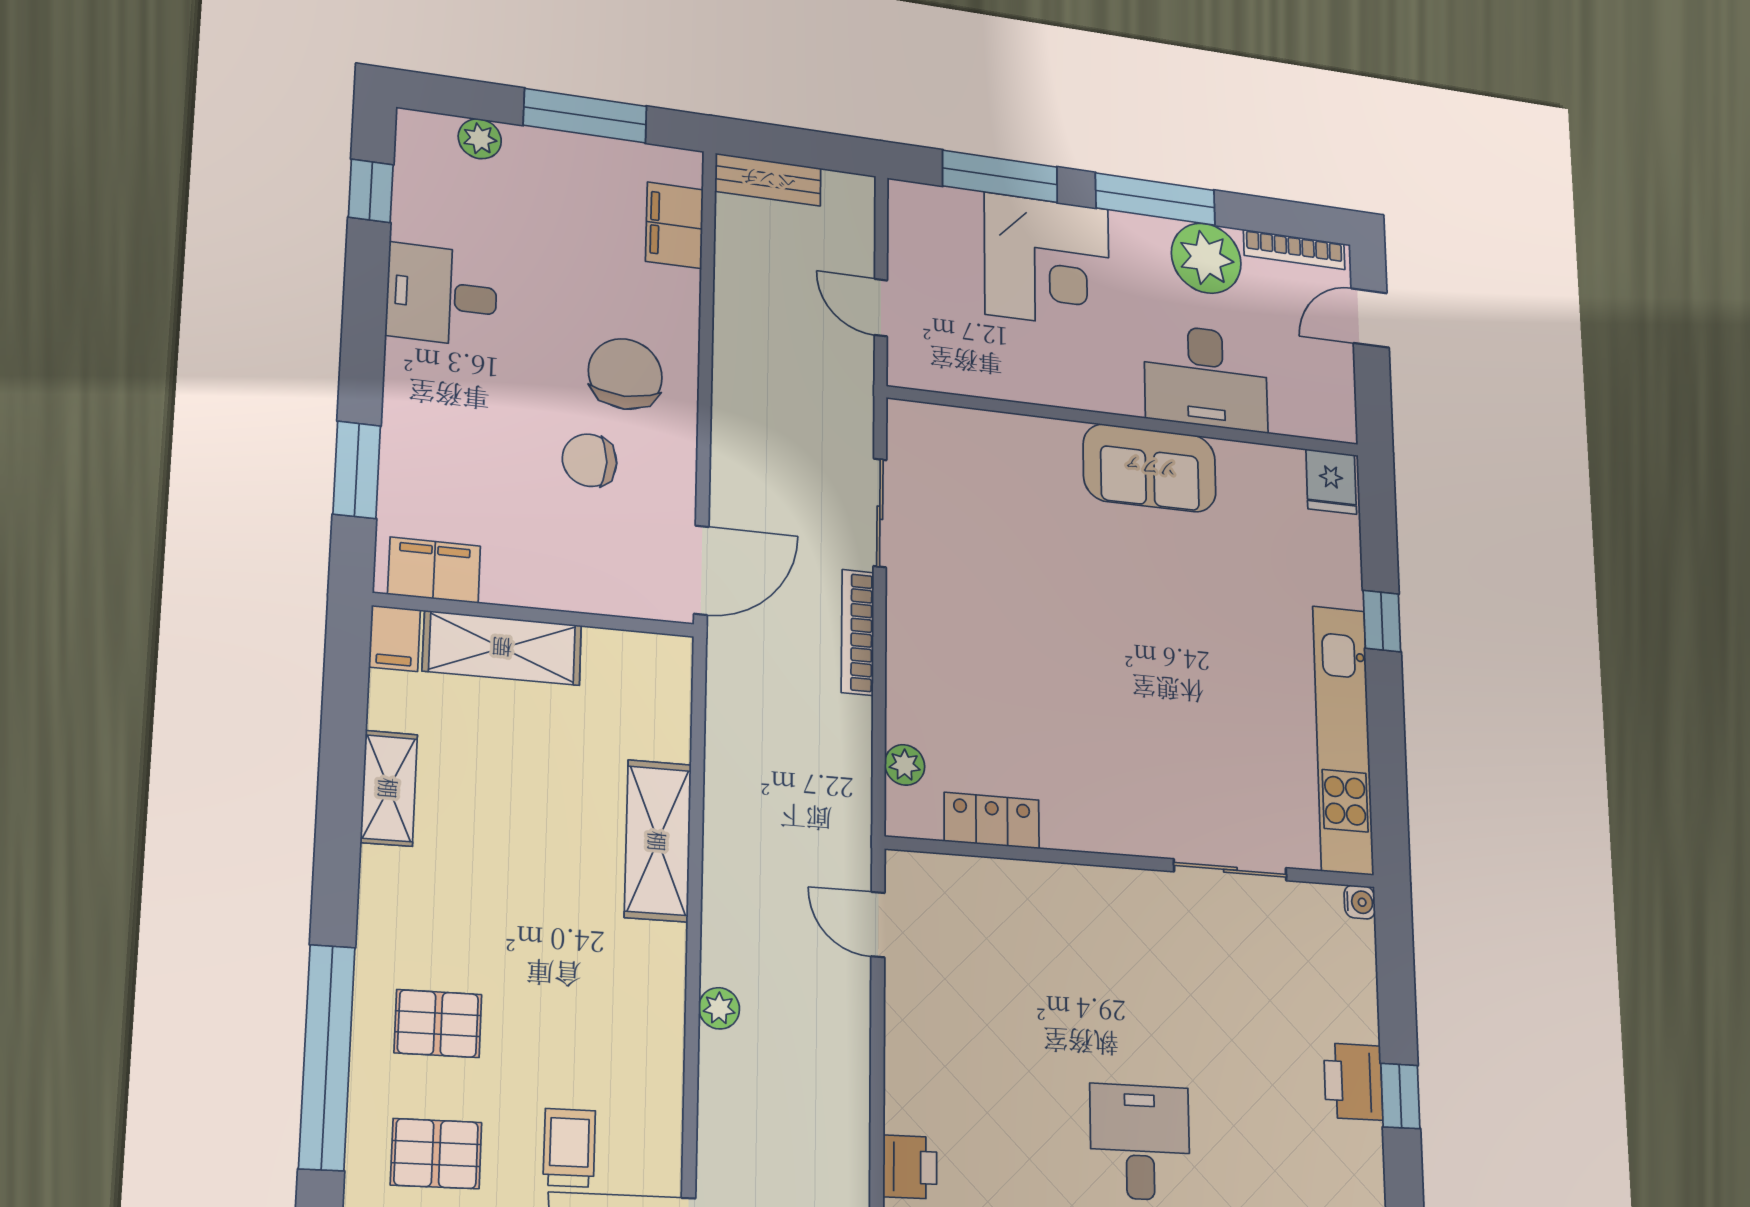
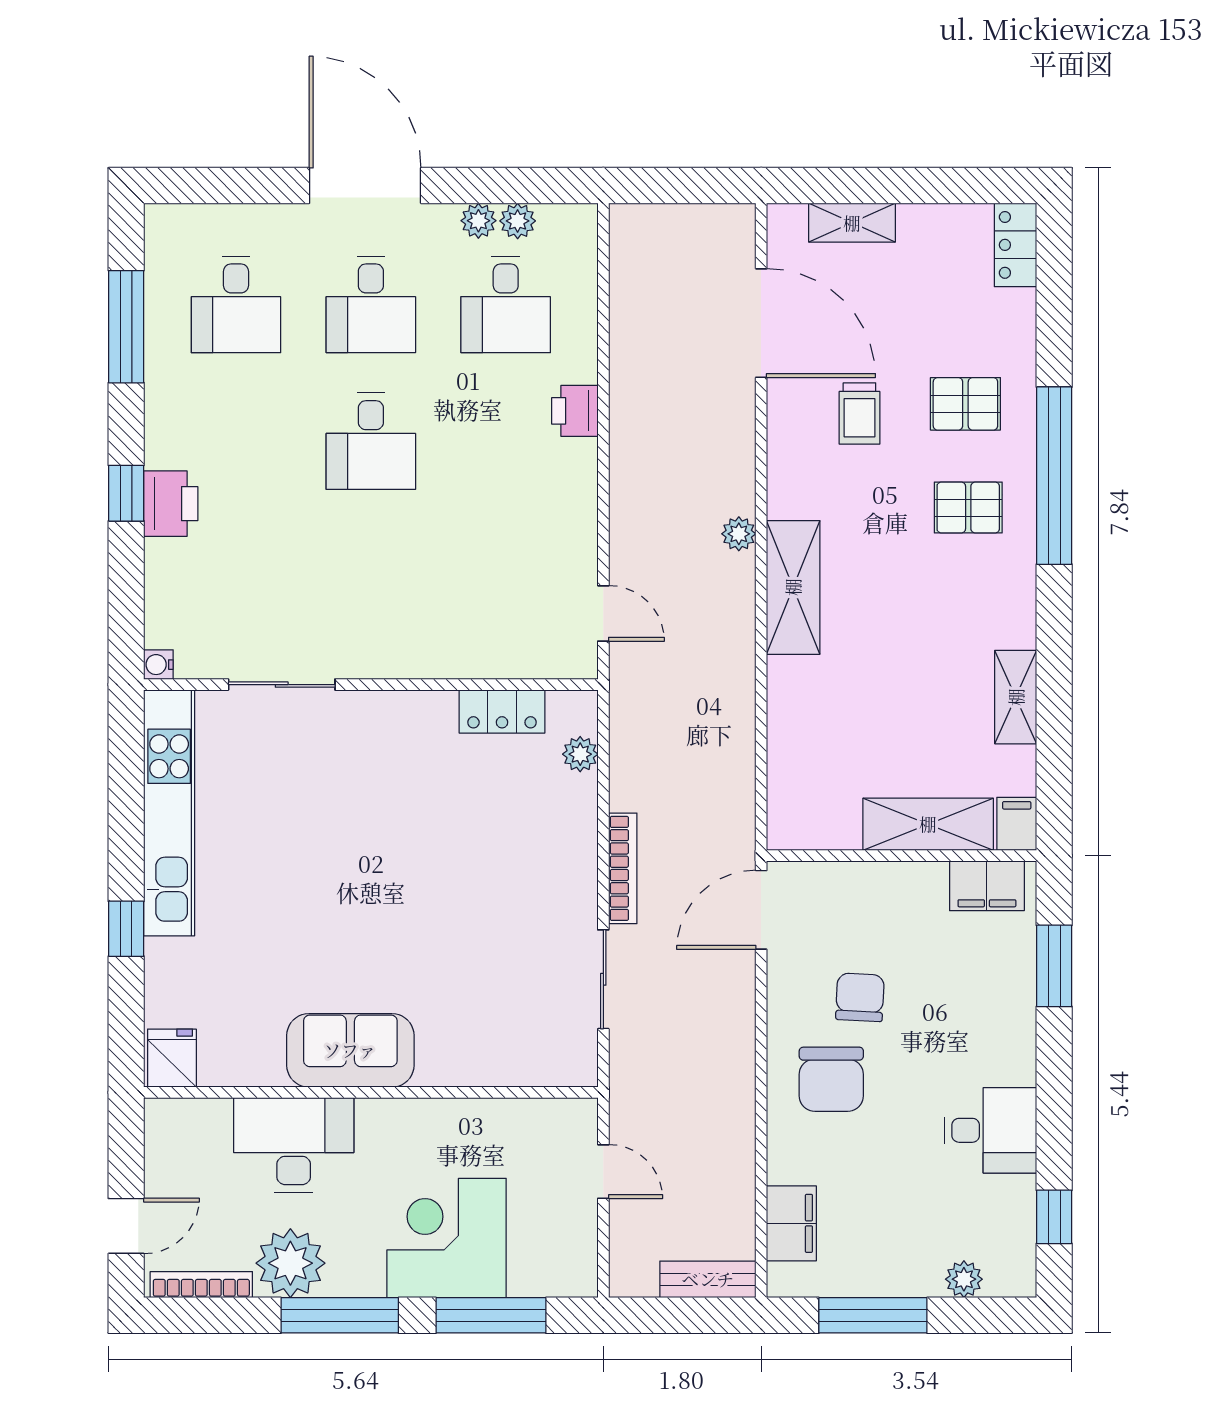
chair: (590, 460) -> (860, 997), turned -87
shelving: (658, 841) -> (793, 587), moved

